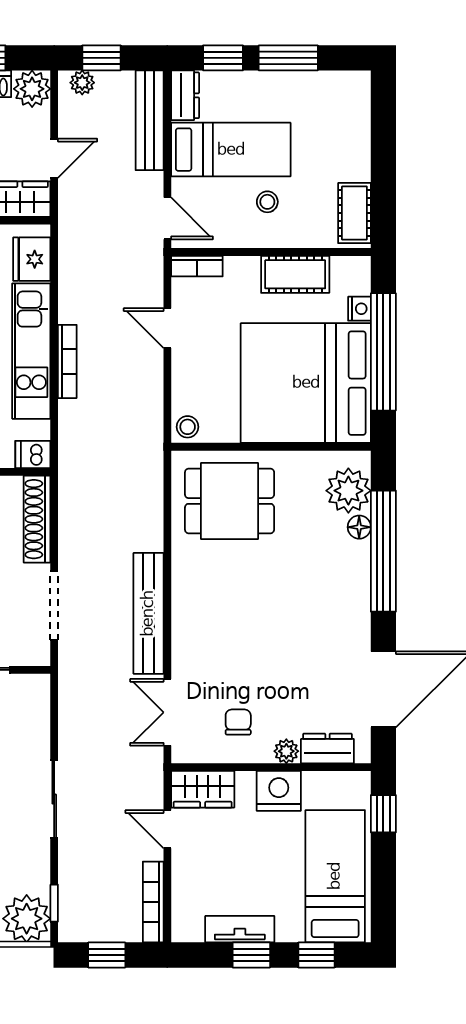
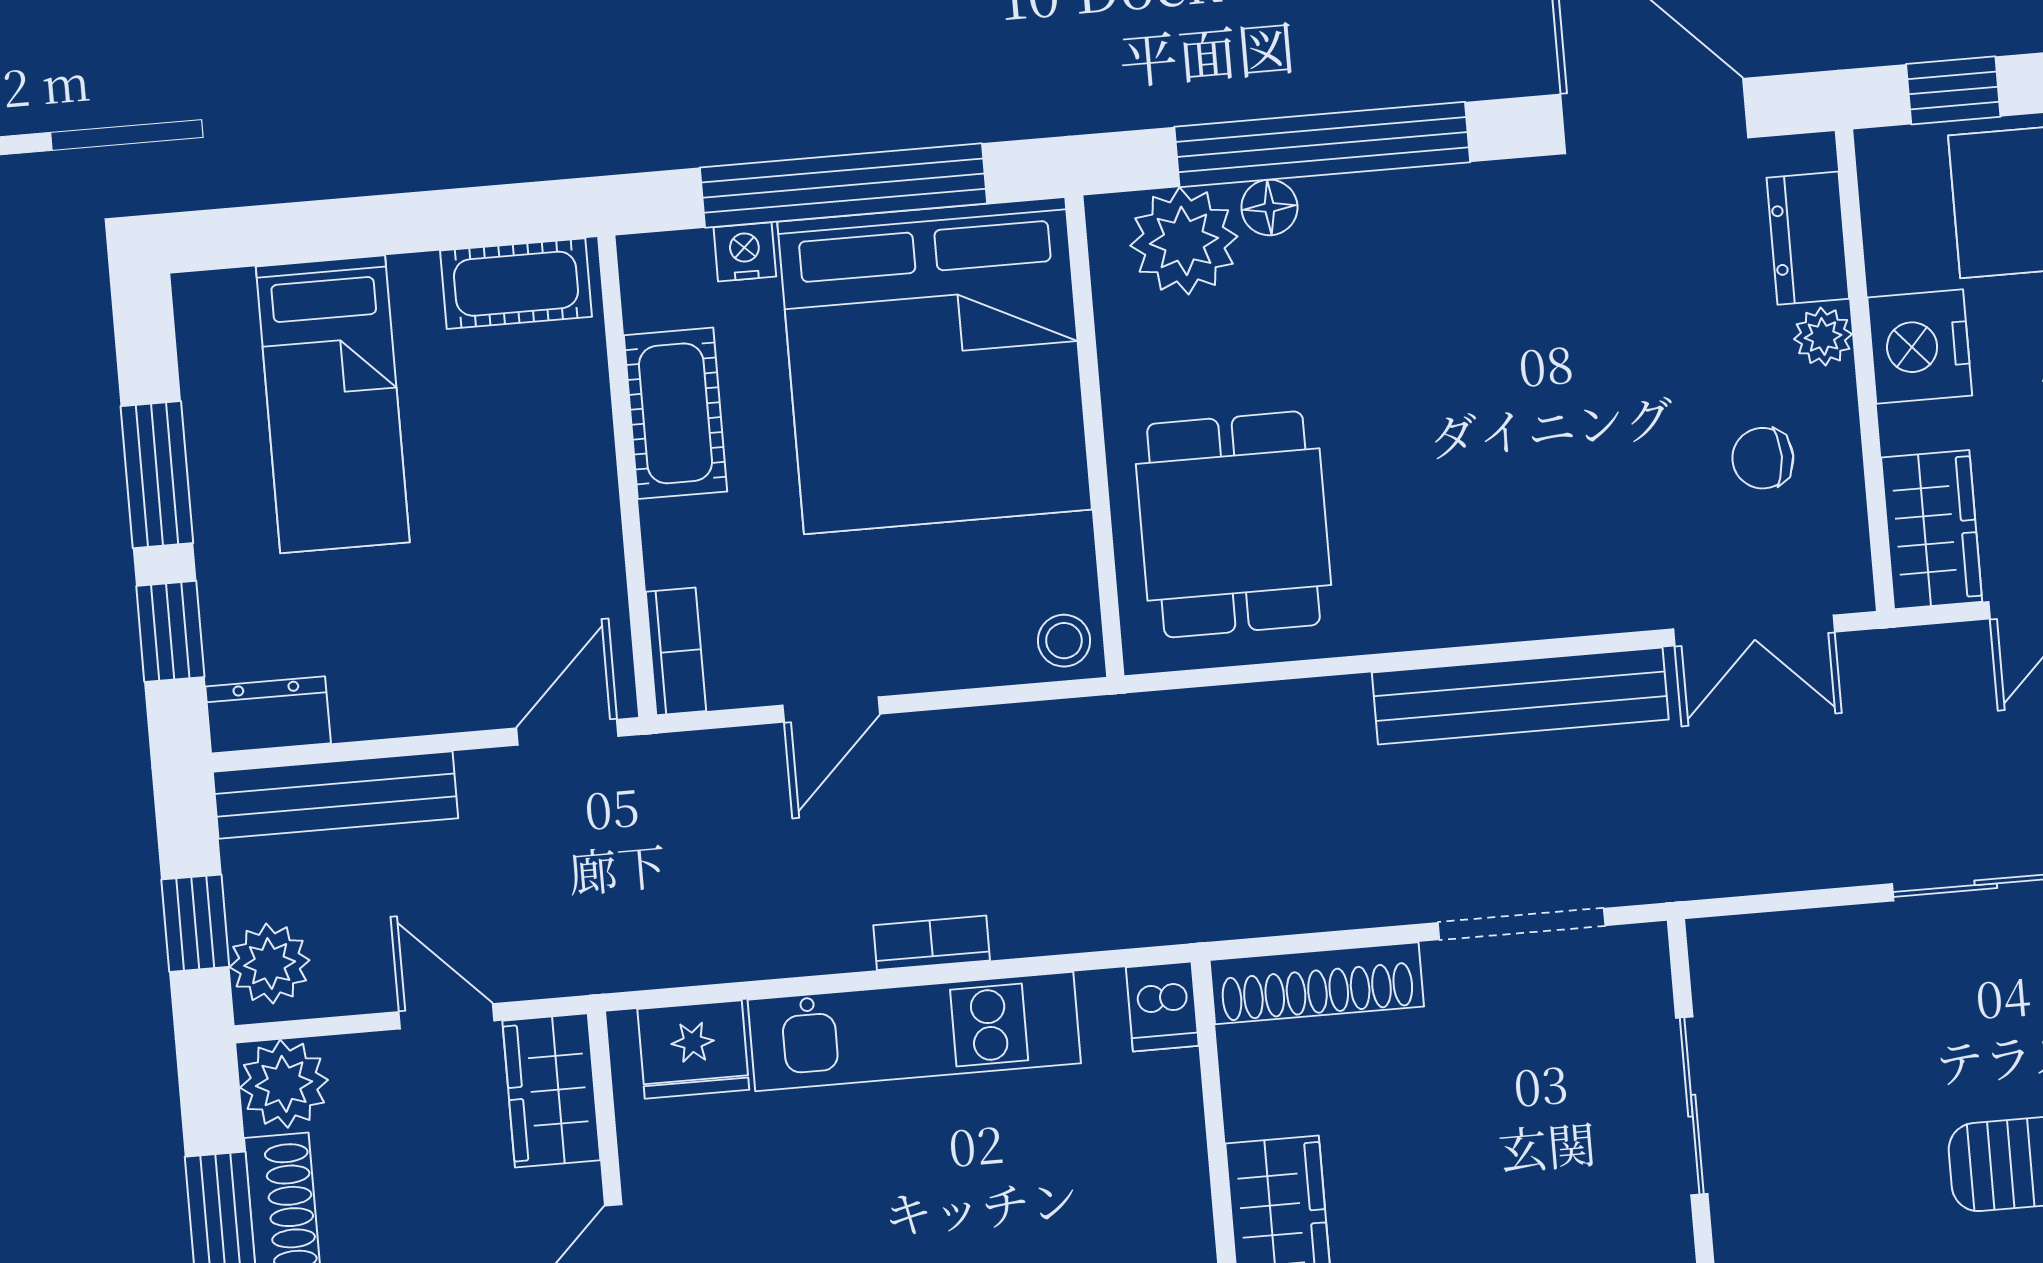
plant: (82, 83) -> (270, 964), width x1.38, depth x1.38
bed: (231, 150) -> (333, 404), moved, turned 180
stool: (267, 202) -> (507, 495), removed
bookcase: (67, 361) -> (932, 943), width x0.64

